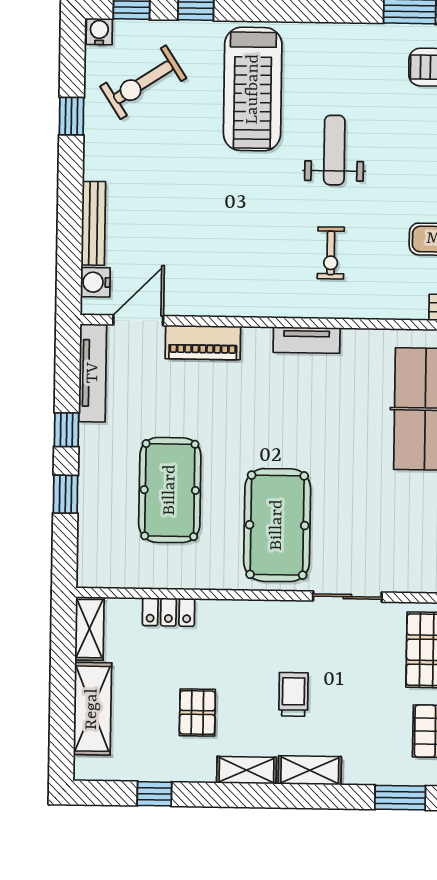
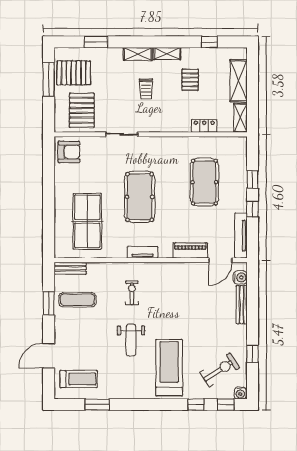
pool table: (277, 525) -> (140, 197), moved

